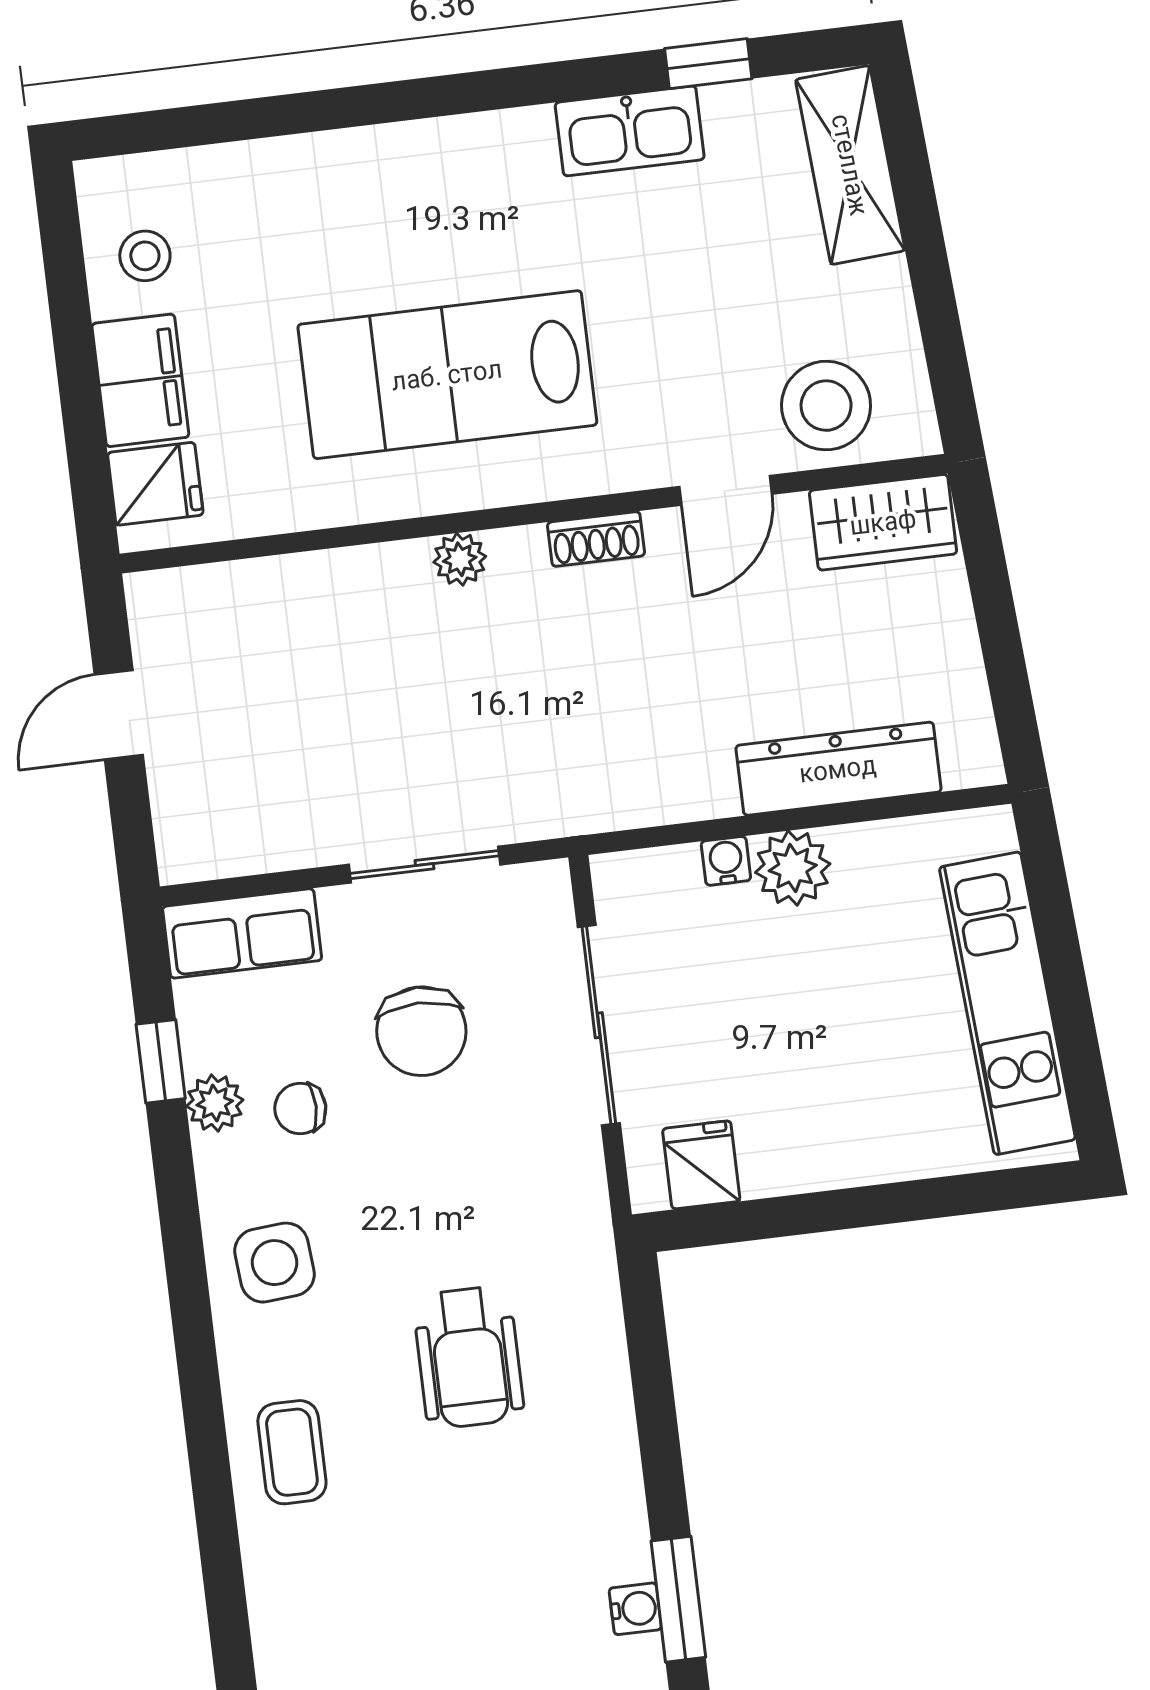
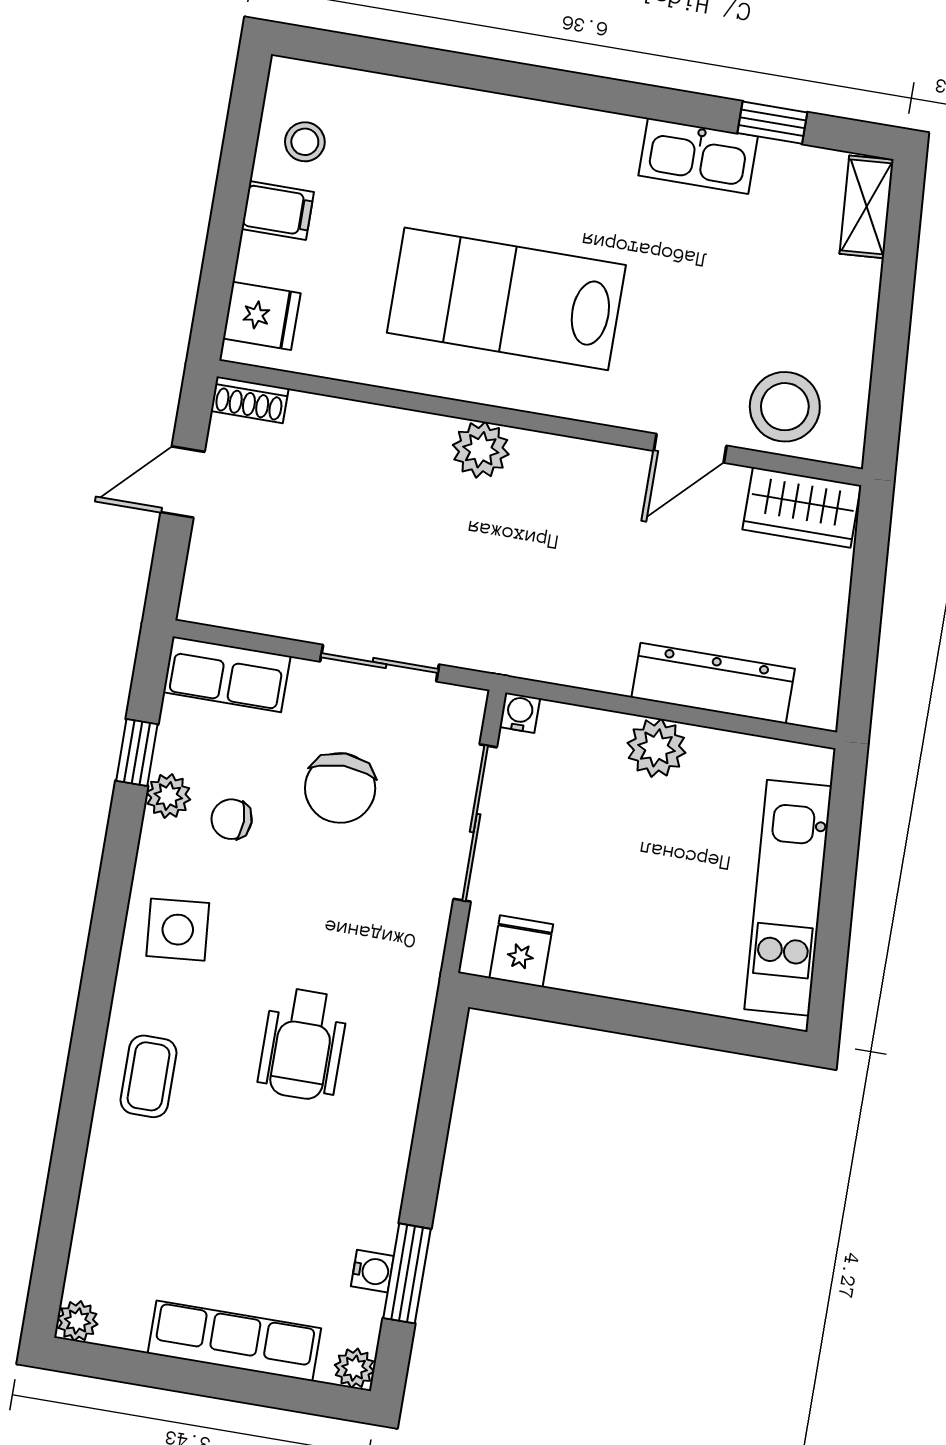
shelving: (850, 165) -> (867, 207), width x0.67, depth x0.75
filing cabinet: (140, 380) -> (278, 210), width x0.50
shoe rack: (596, 539) -> (250, 400), moved
plant: (460, 559) -> (481, 450), width x1.38, depth x1.38
water cooler: (726, 861) -> (520, 713), moved

